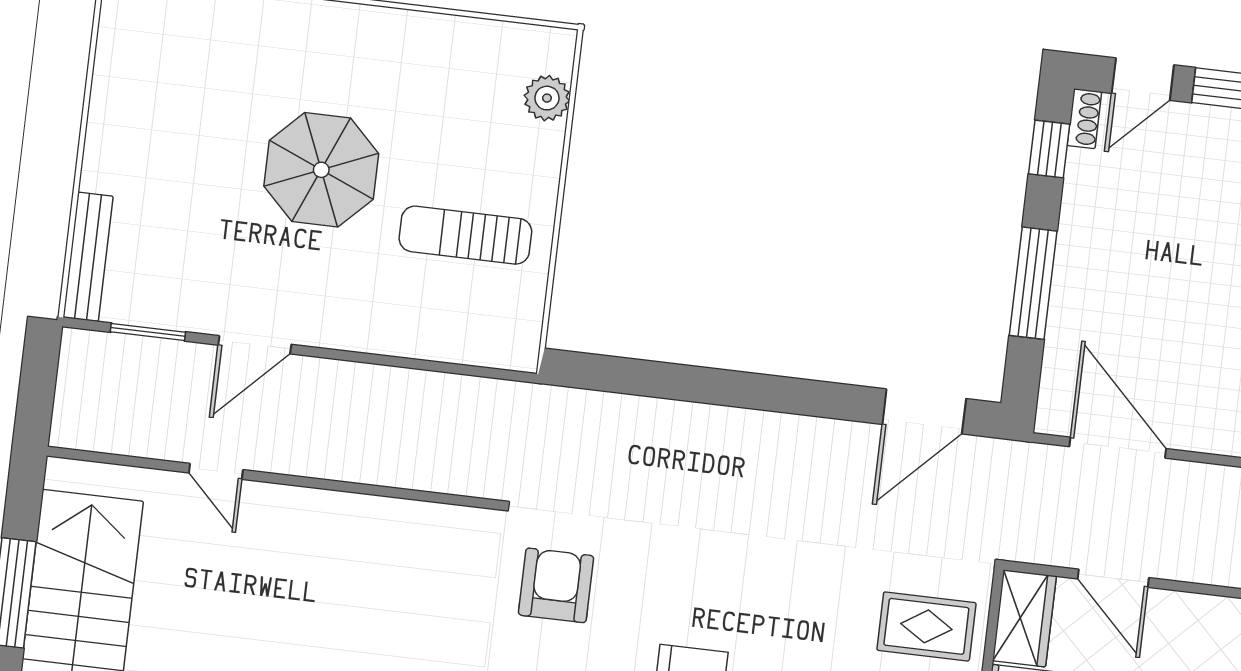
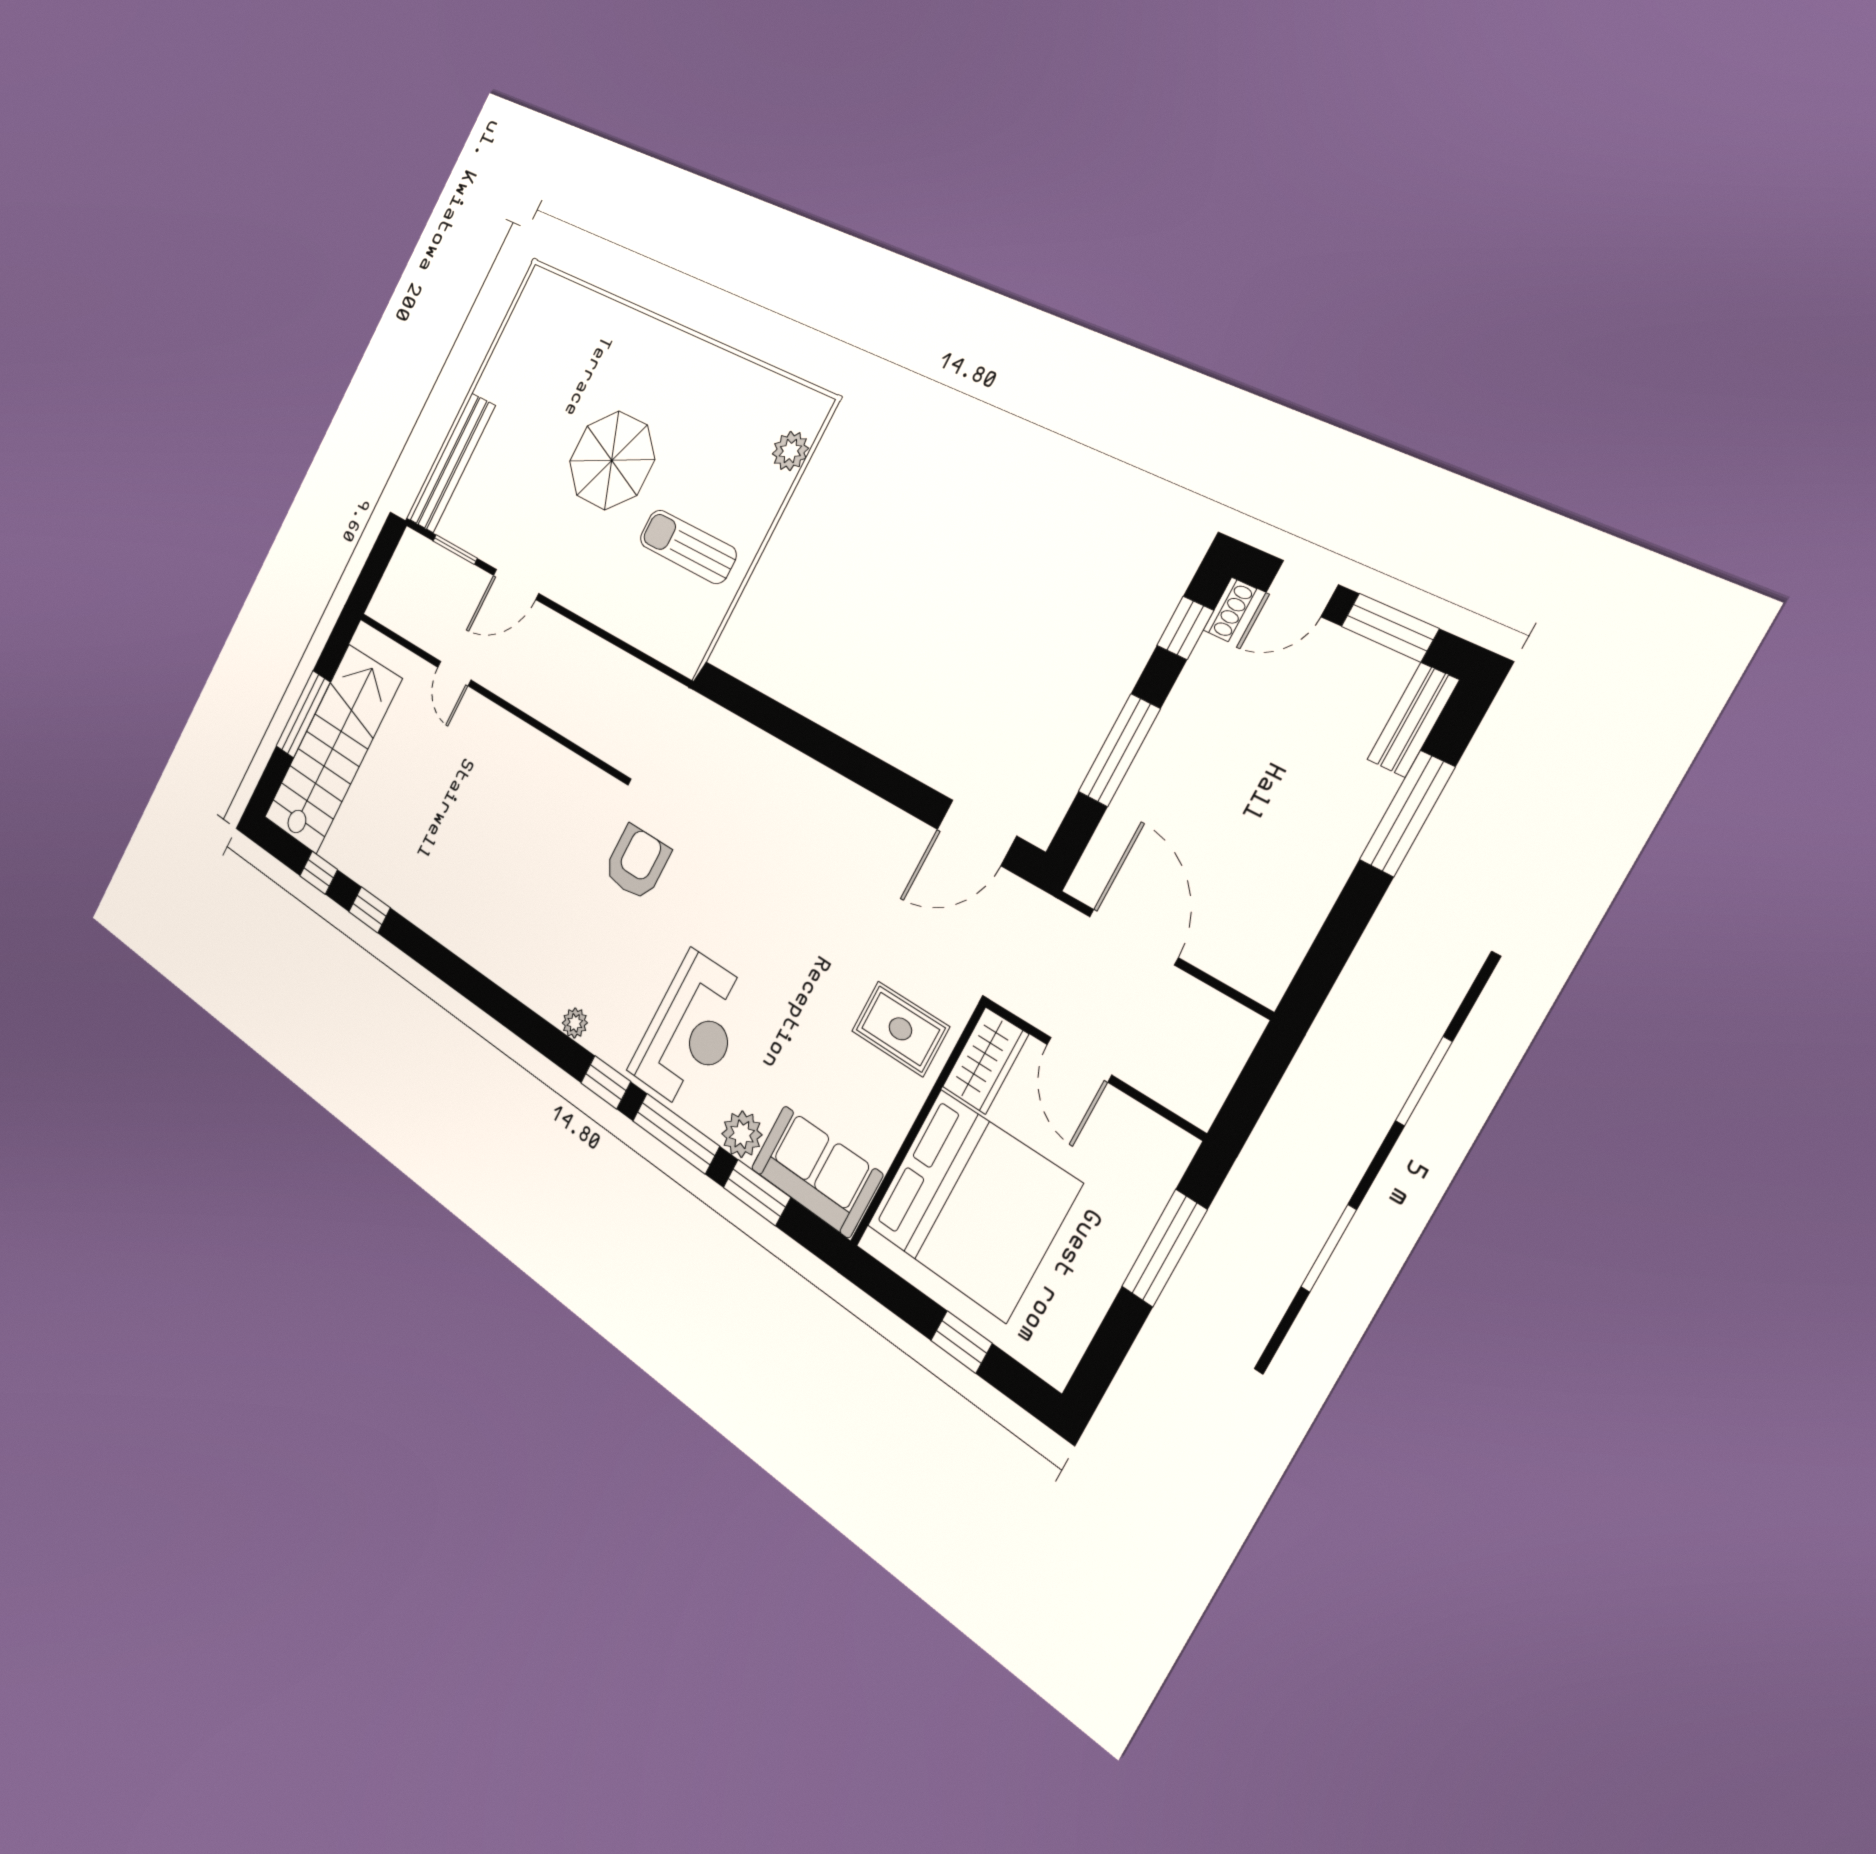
bench: (88, 257) -> (452, 463), width x1.37, depth x1.21

